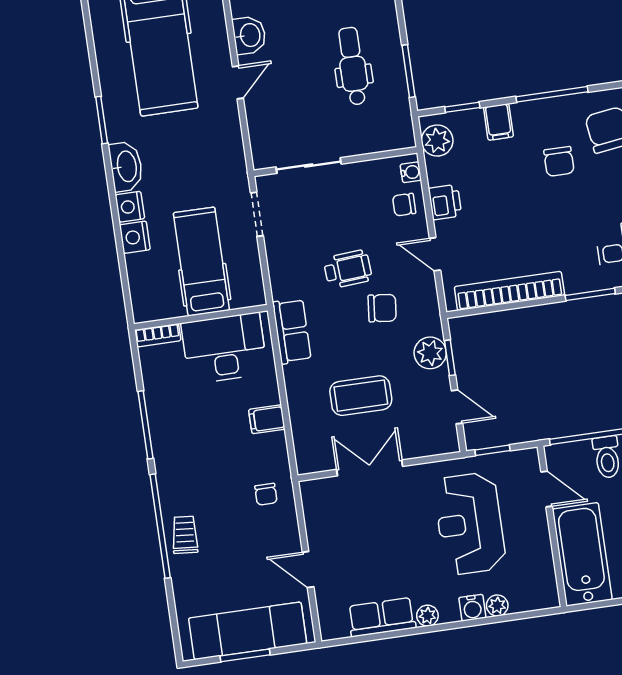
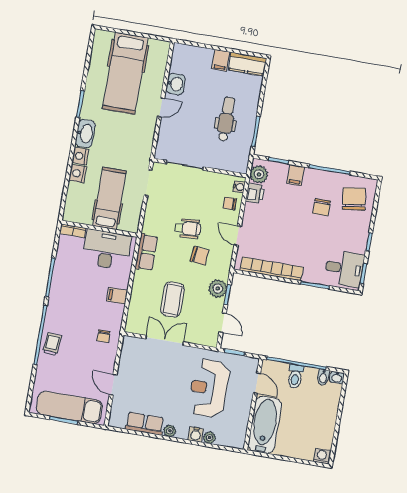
printer: (445, 202) -> (255, 193), moved
coffee table: (361, 396) -> (172, 299), turned 90

